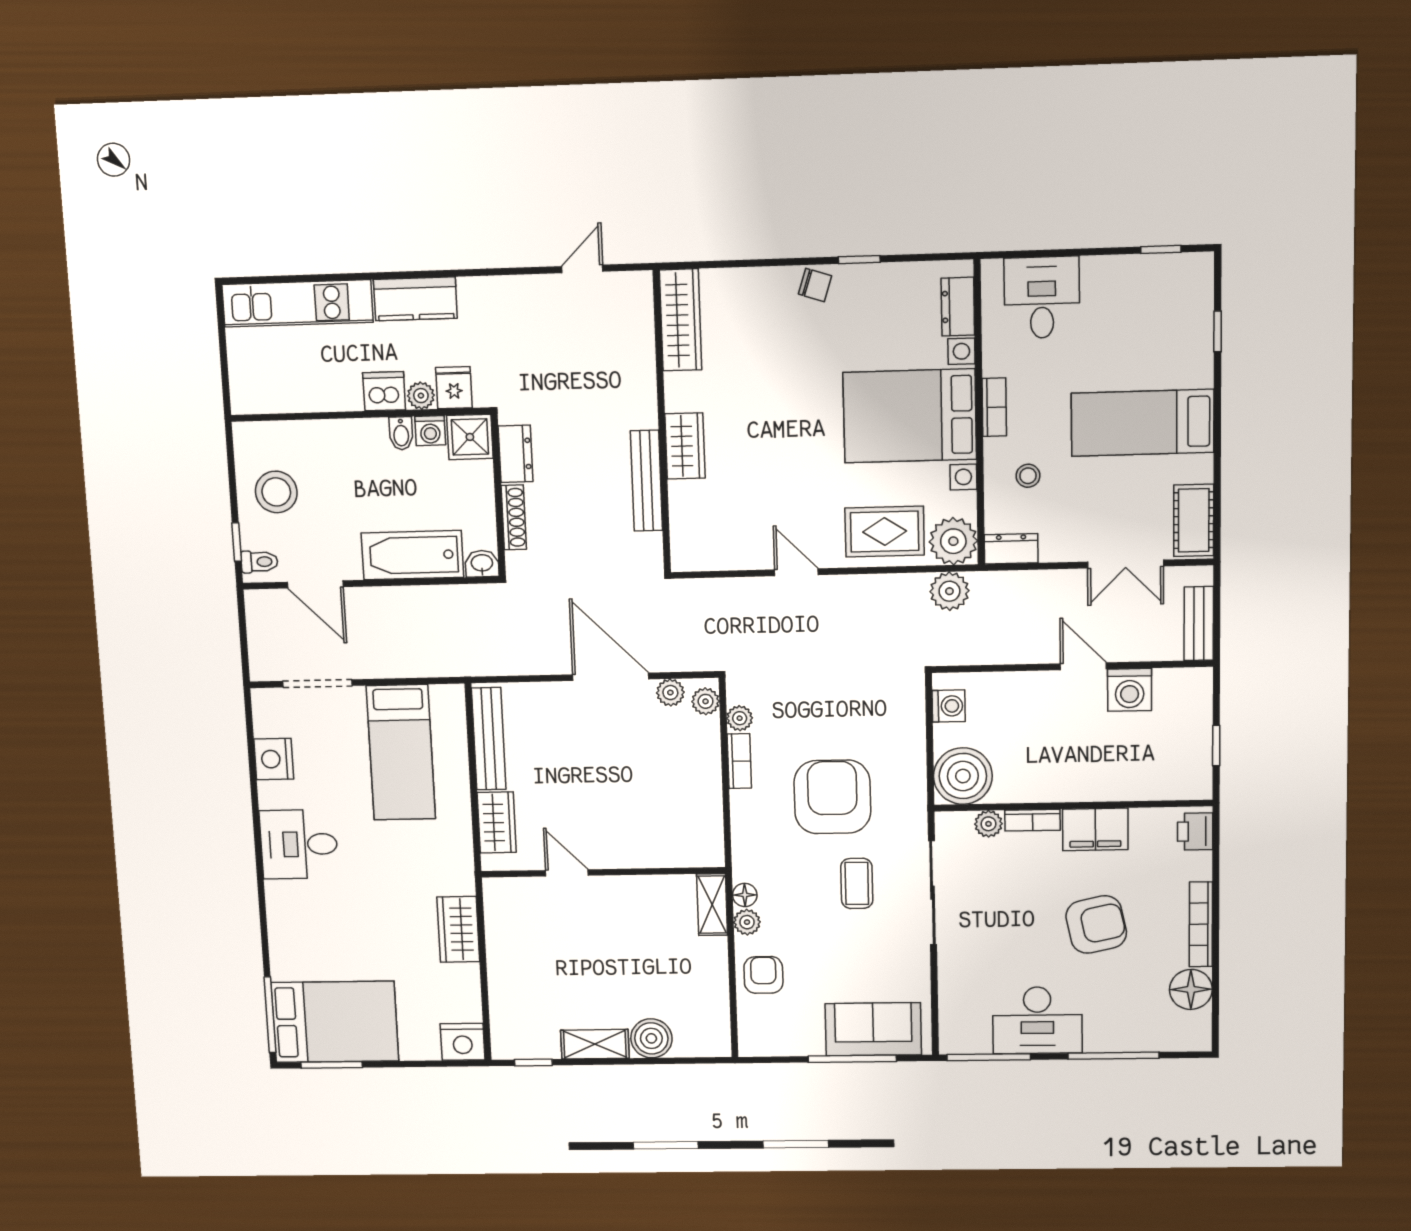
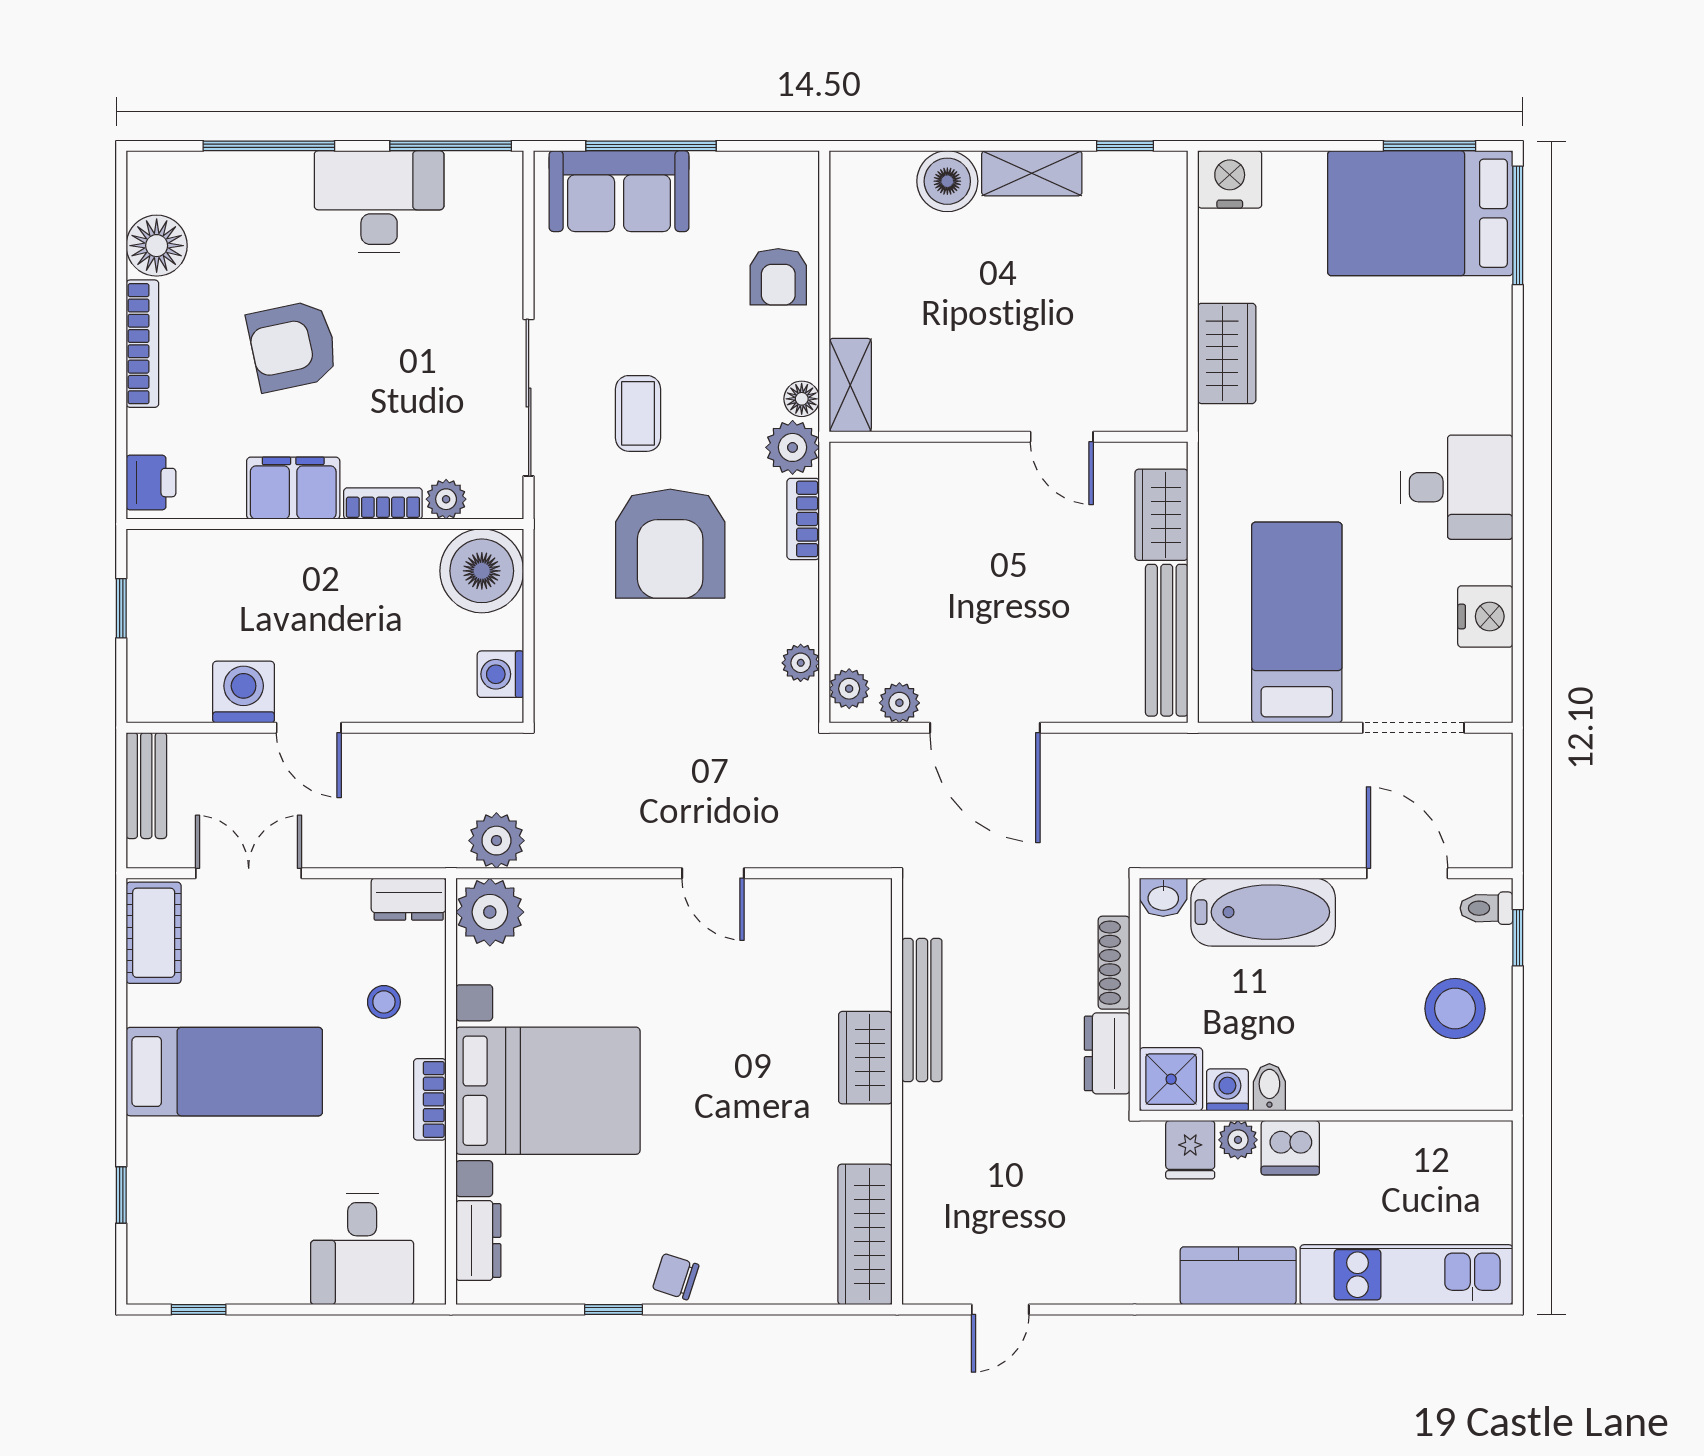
rug: (885, 532) -> (587, 928), removed
bookcase: (739, 761) -> (803, 519), moved
plant: (747, 922) -> (793, 447), moved, width x1.38, depth x1.38

